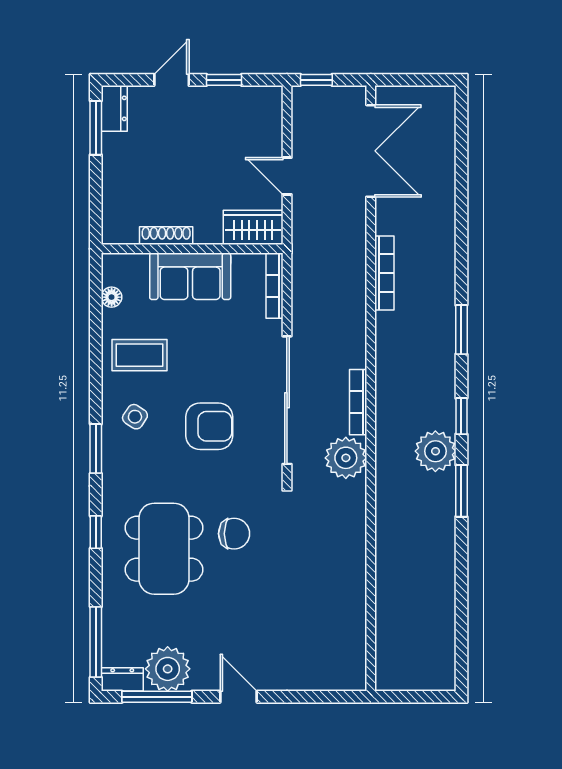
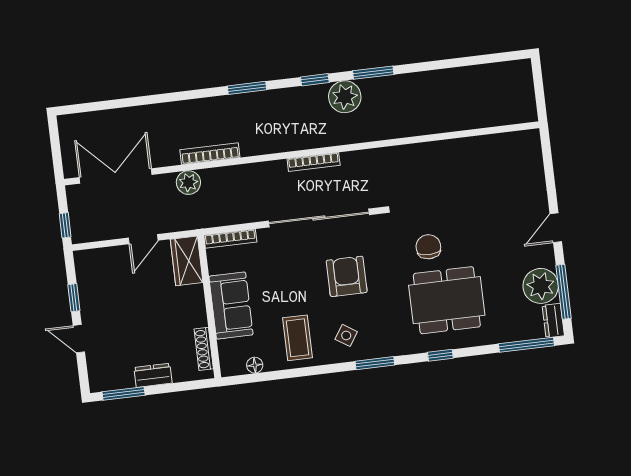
dresser: (114, 108) -> (153, 375), moved
shoe rack: (166, 236) -> (204, 349), moved
plant: (346, 458) -> (188, 183), moved, width x0.73, depth x0.73

